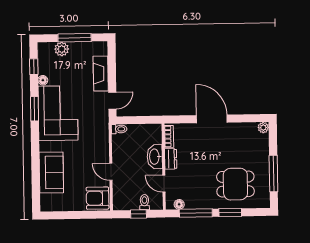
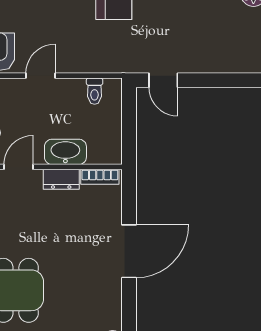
fireplace: (101, 74) -> (210, 61), removed
toilet: (119, 129) -> (95, 91), moved

